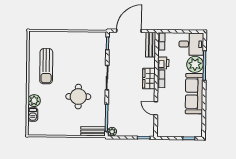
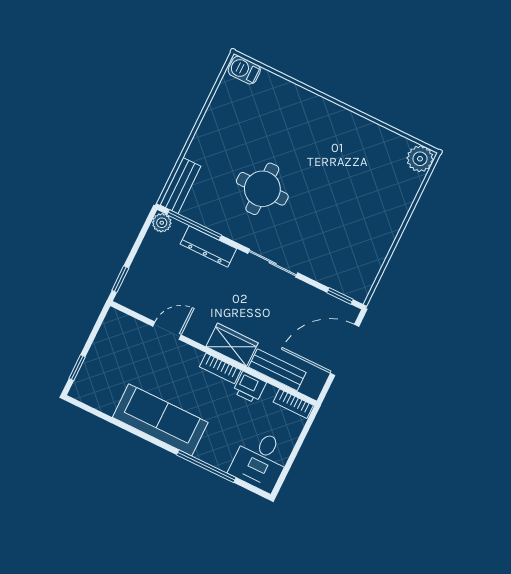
door: (129, 31) -> (345, 350), swing flipped
bench: (151, 45) -> (277, 370), moved
plant: (195, 64) -> (217, 449), removed
sun lounger: (46, 66) -> (352, 154), removed
plant: (34, 101) -> (420, 159), moved
dresser: (113, 108) -> (208, 246), added
barbecue: (33, 114) -> (244, 70), moved

